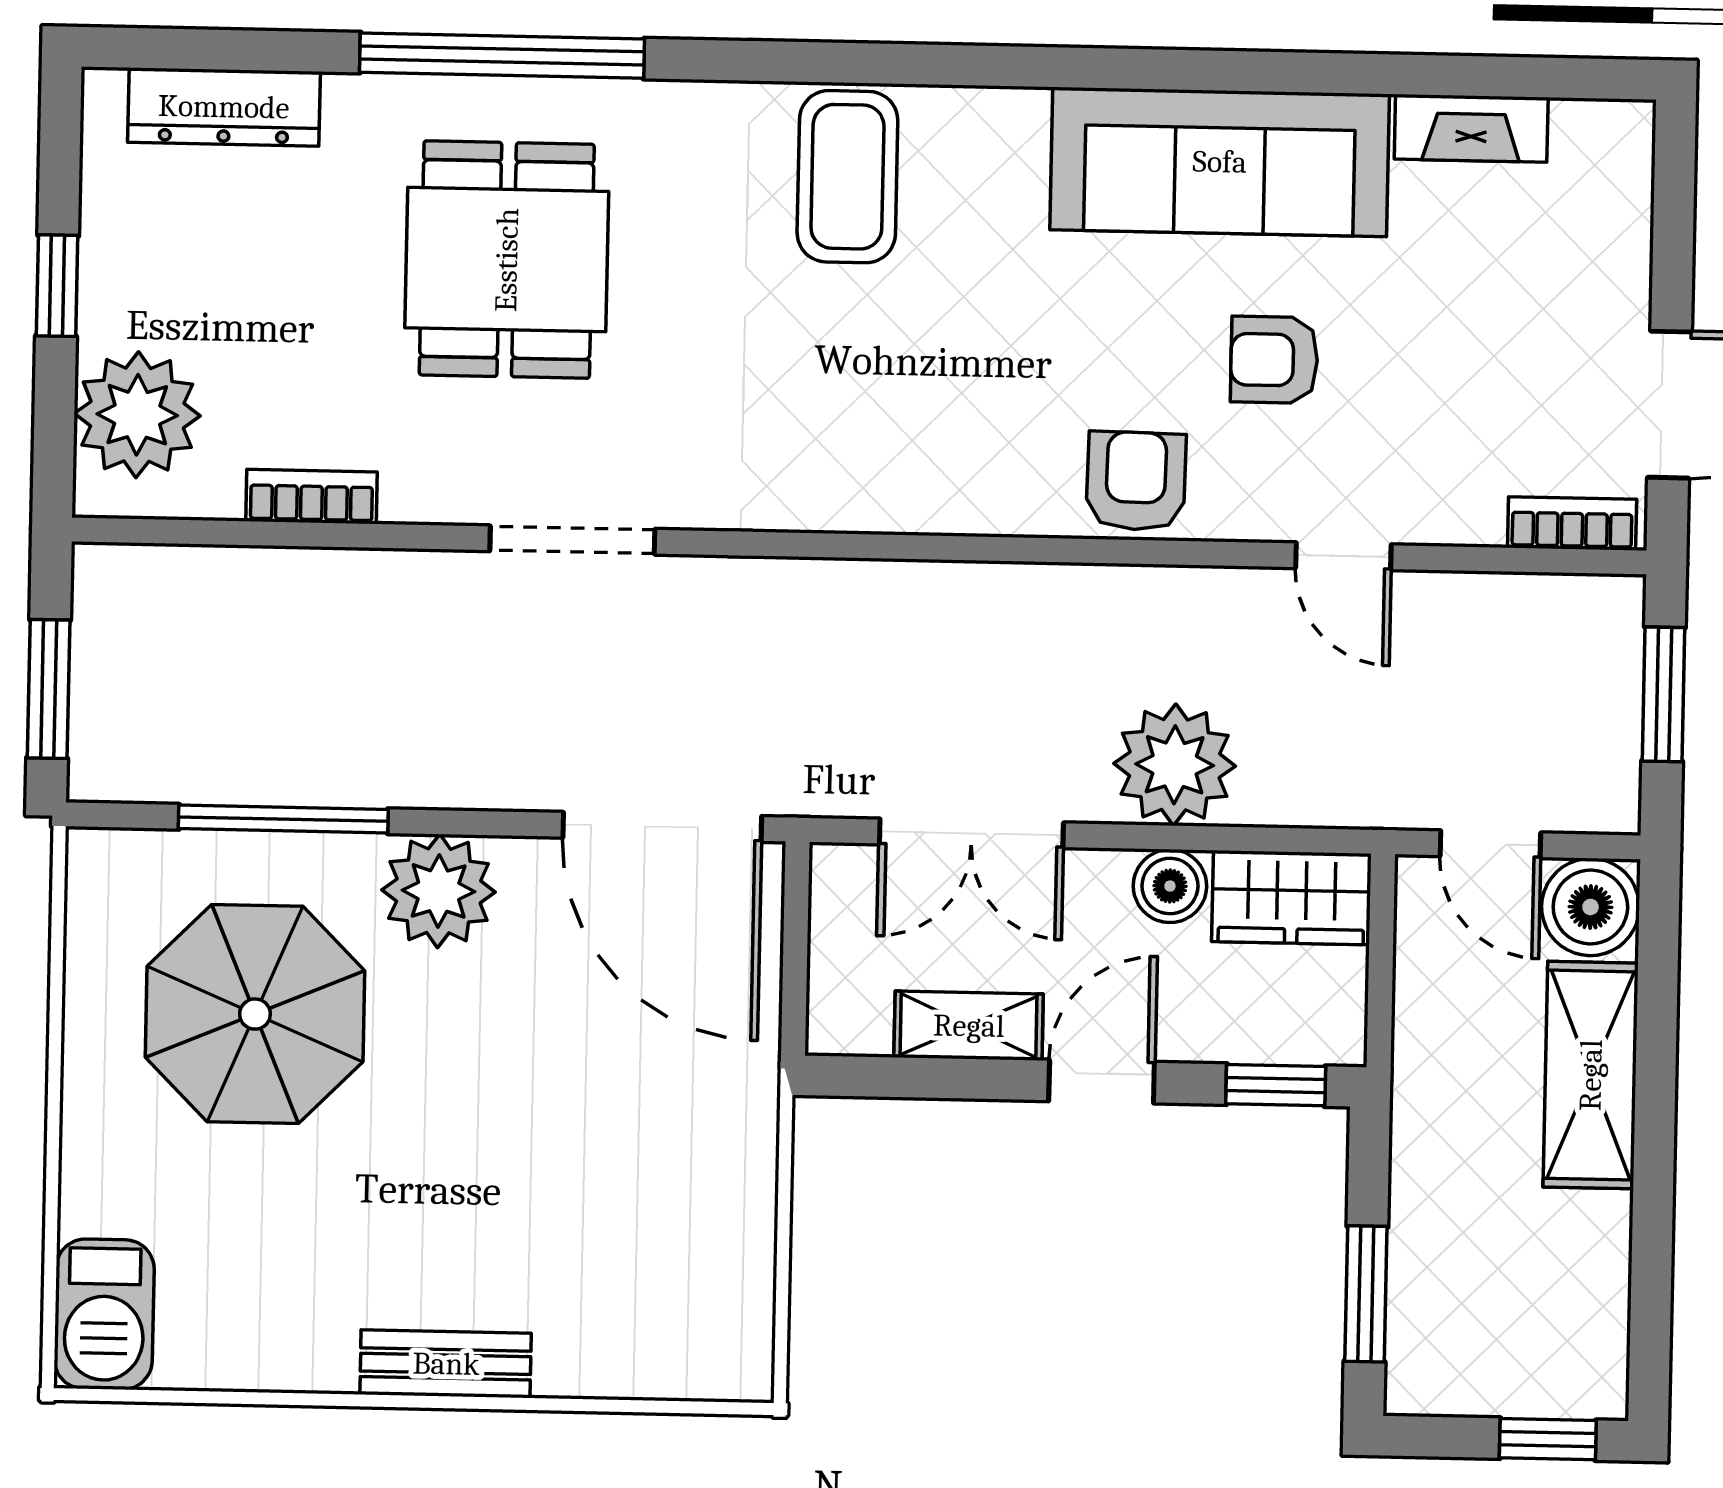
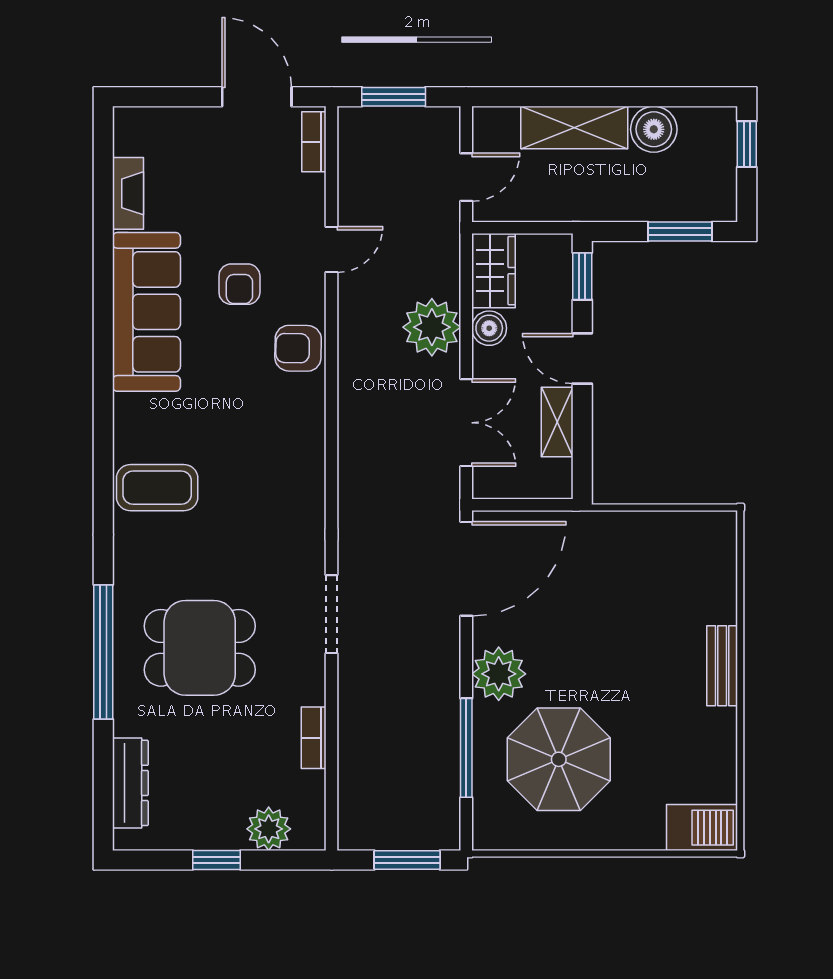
plant: (137, 415) -> (269, 829), width x0.73, depth x0.73
boiler: (1590, 907) -> (654, 129), moved

